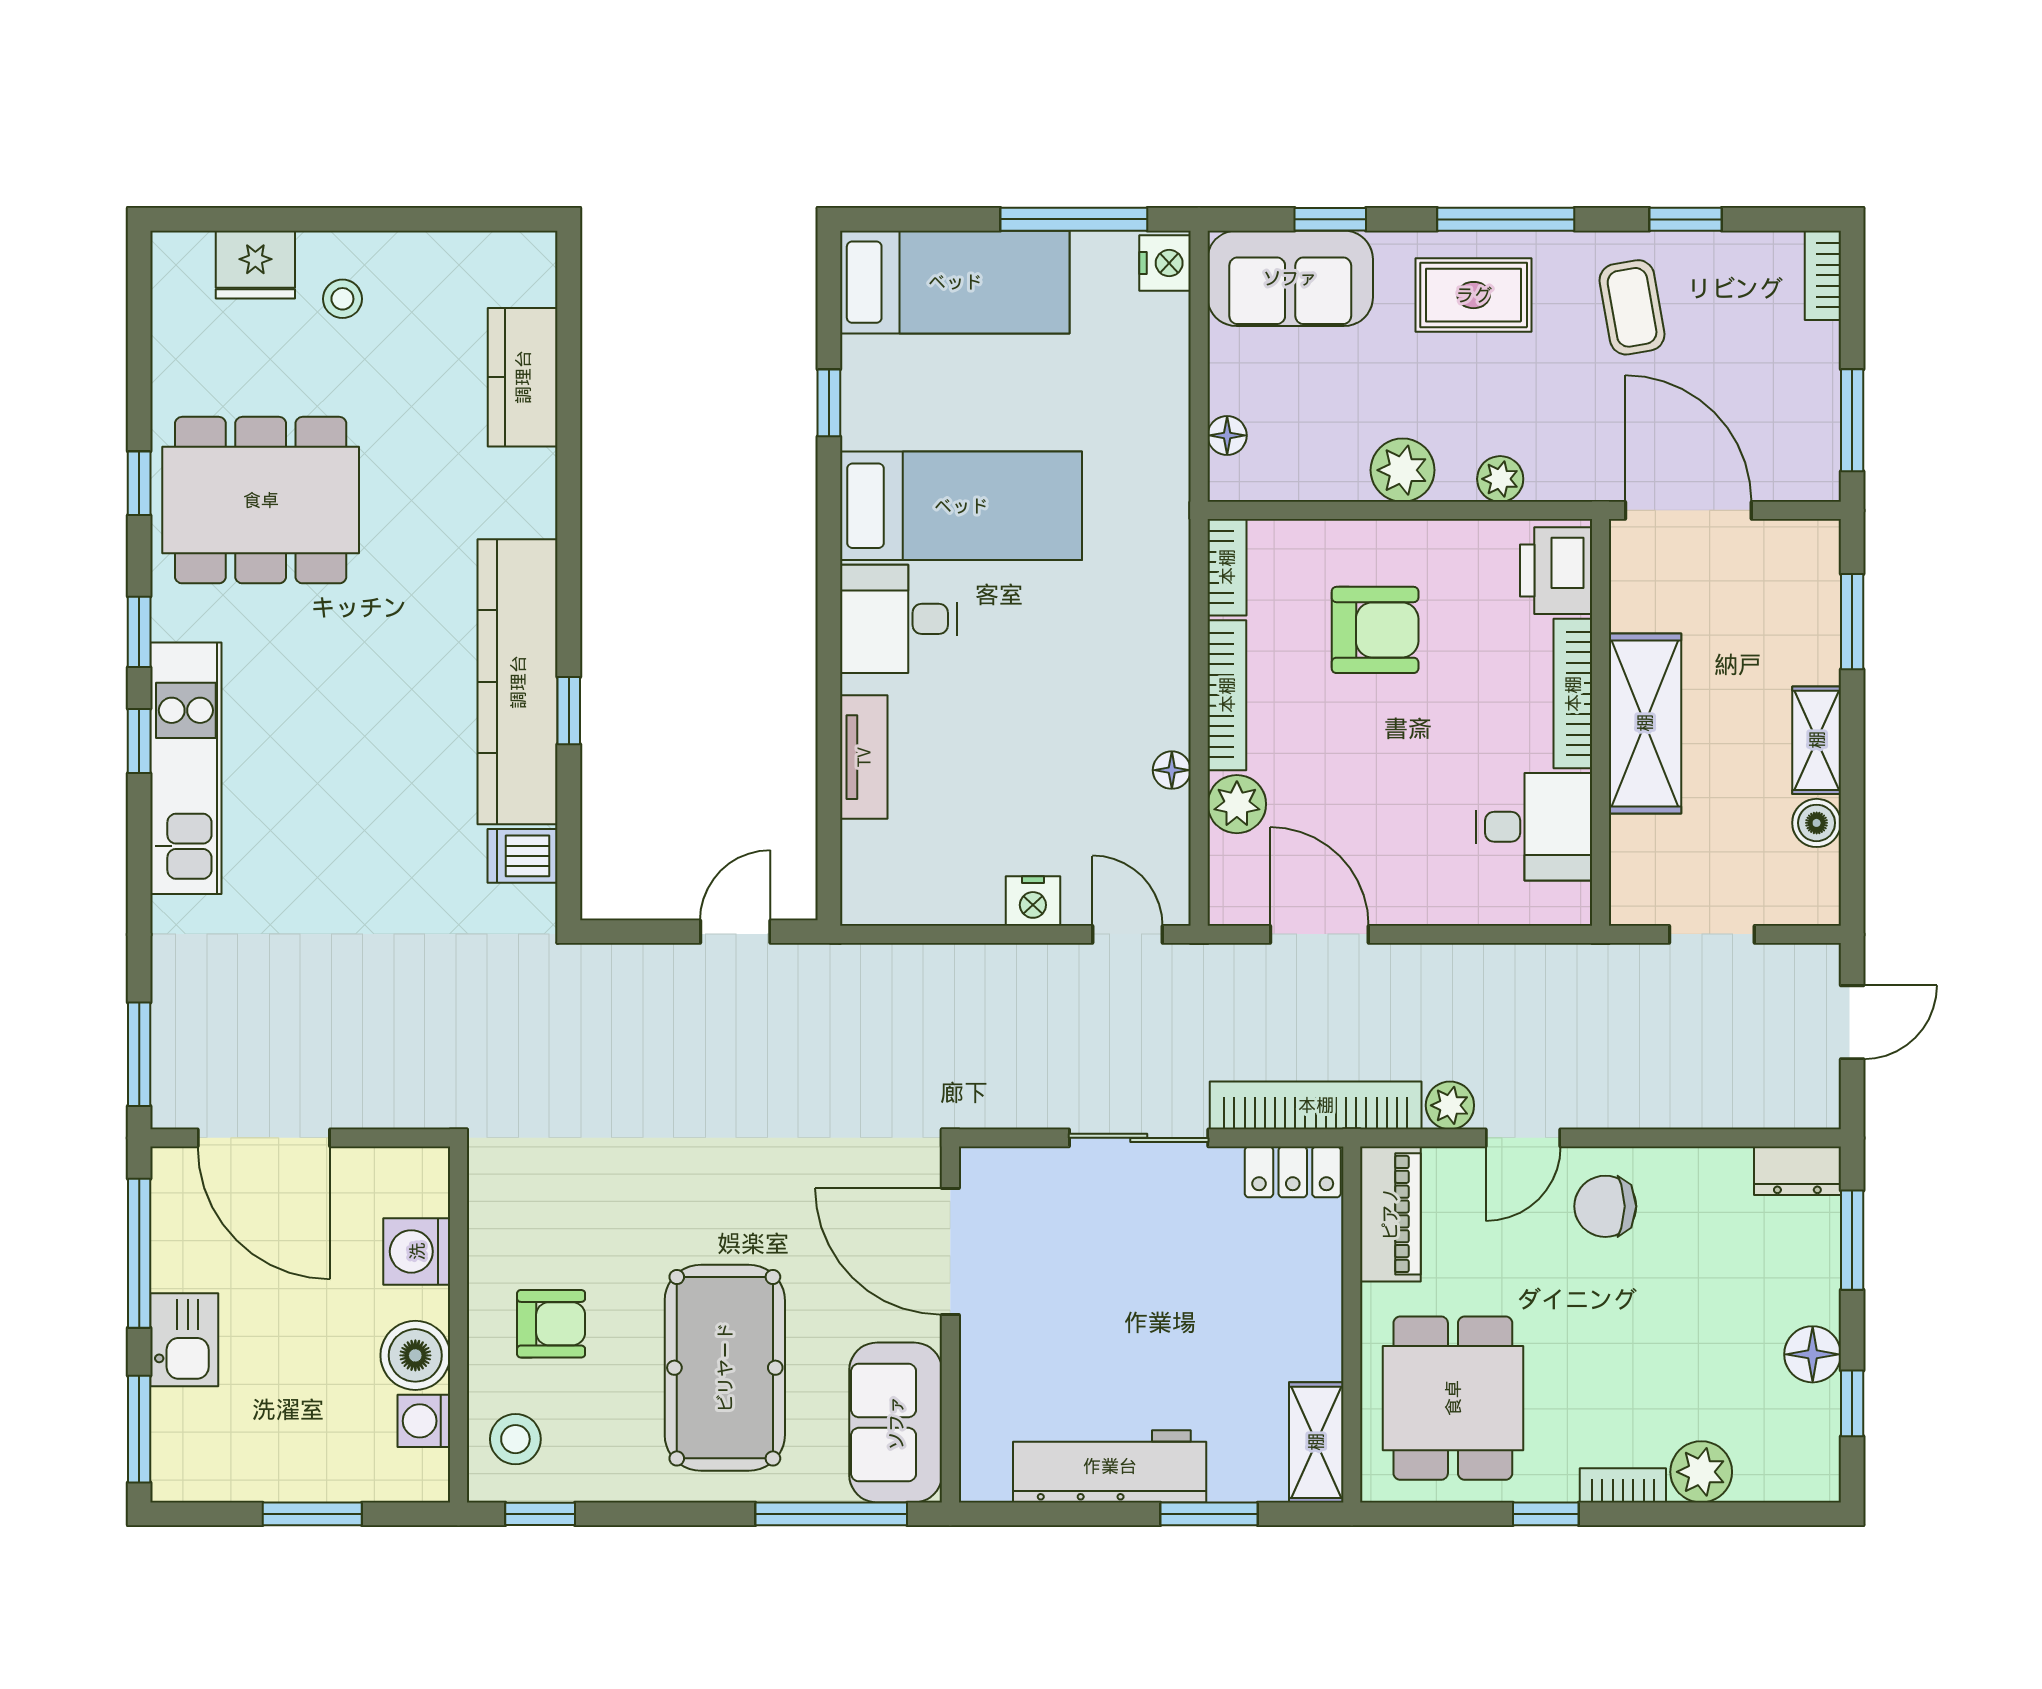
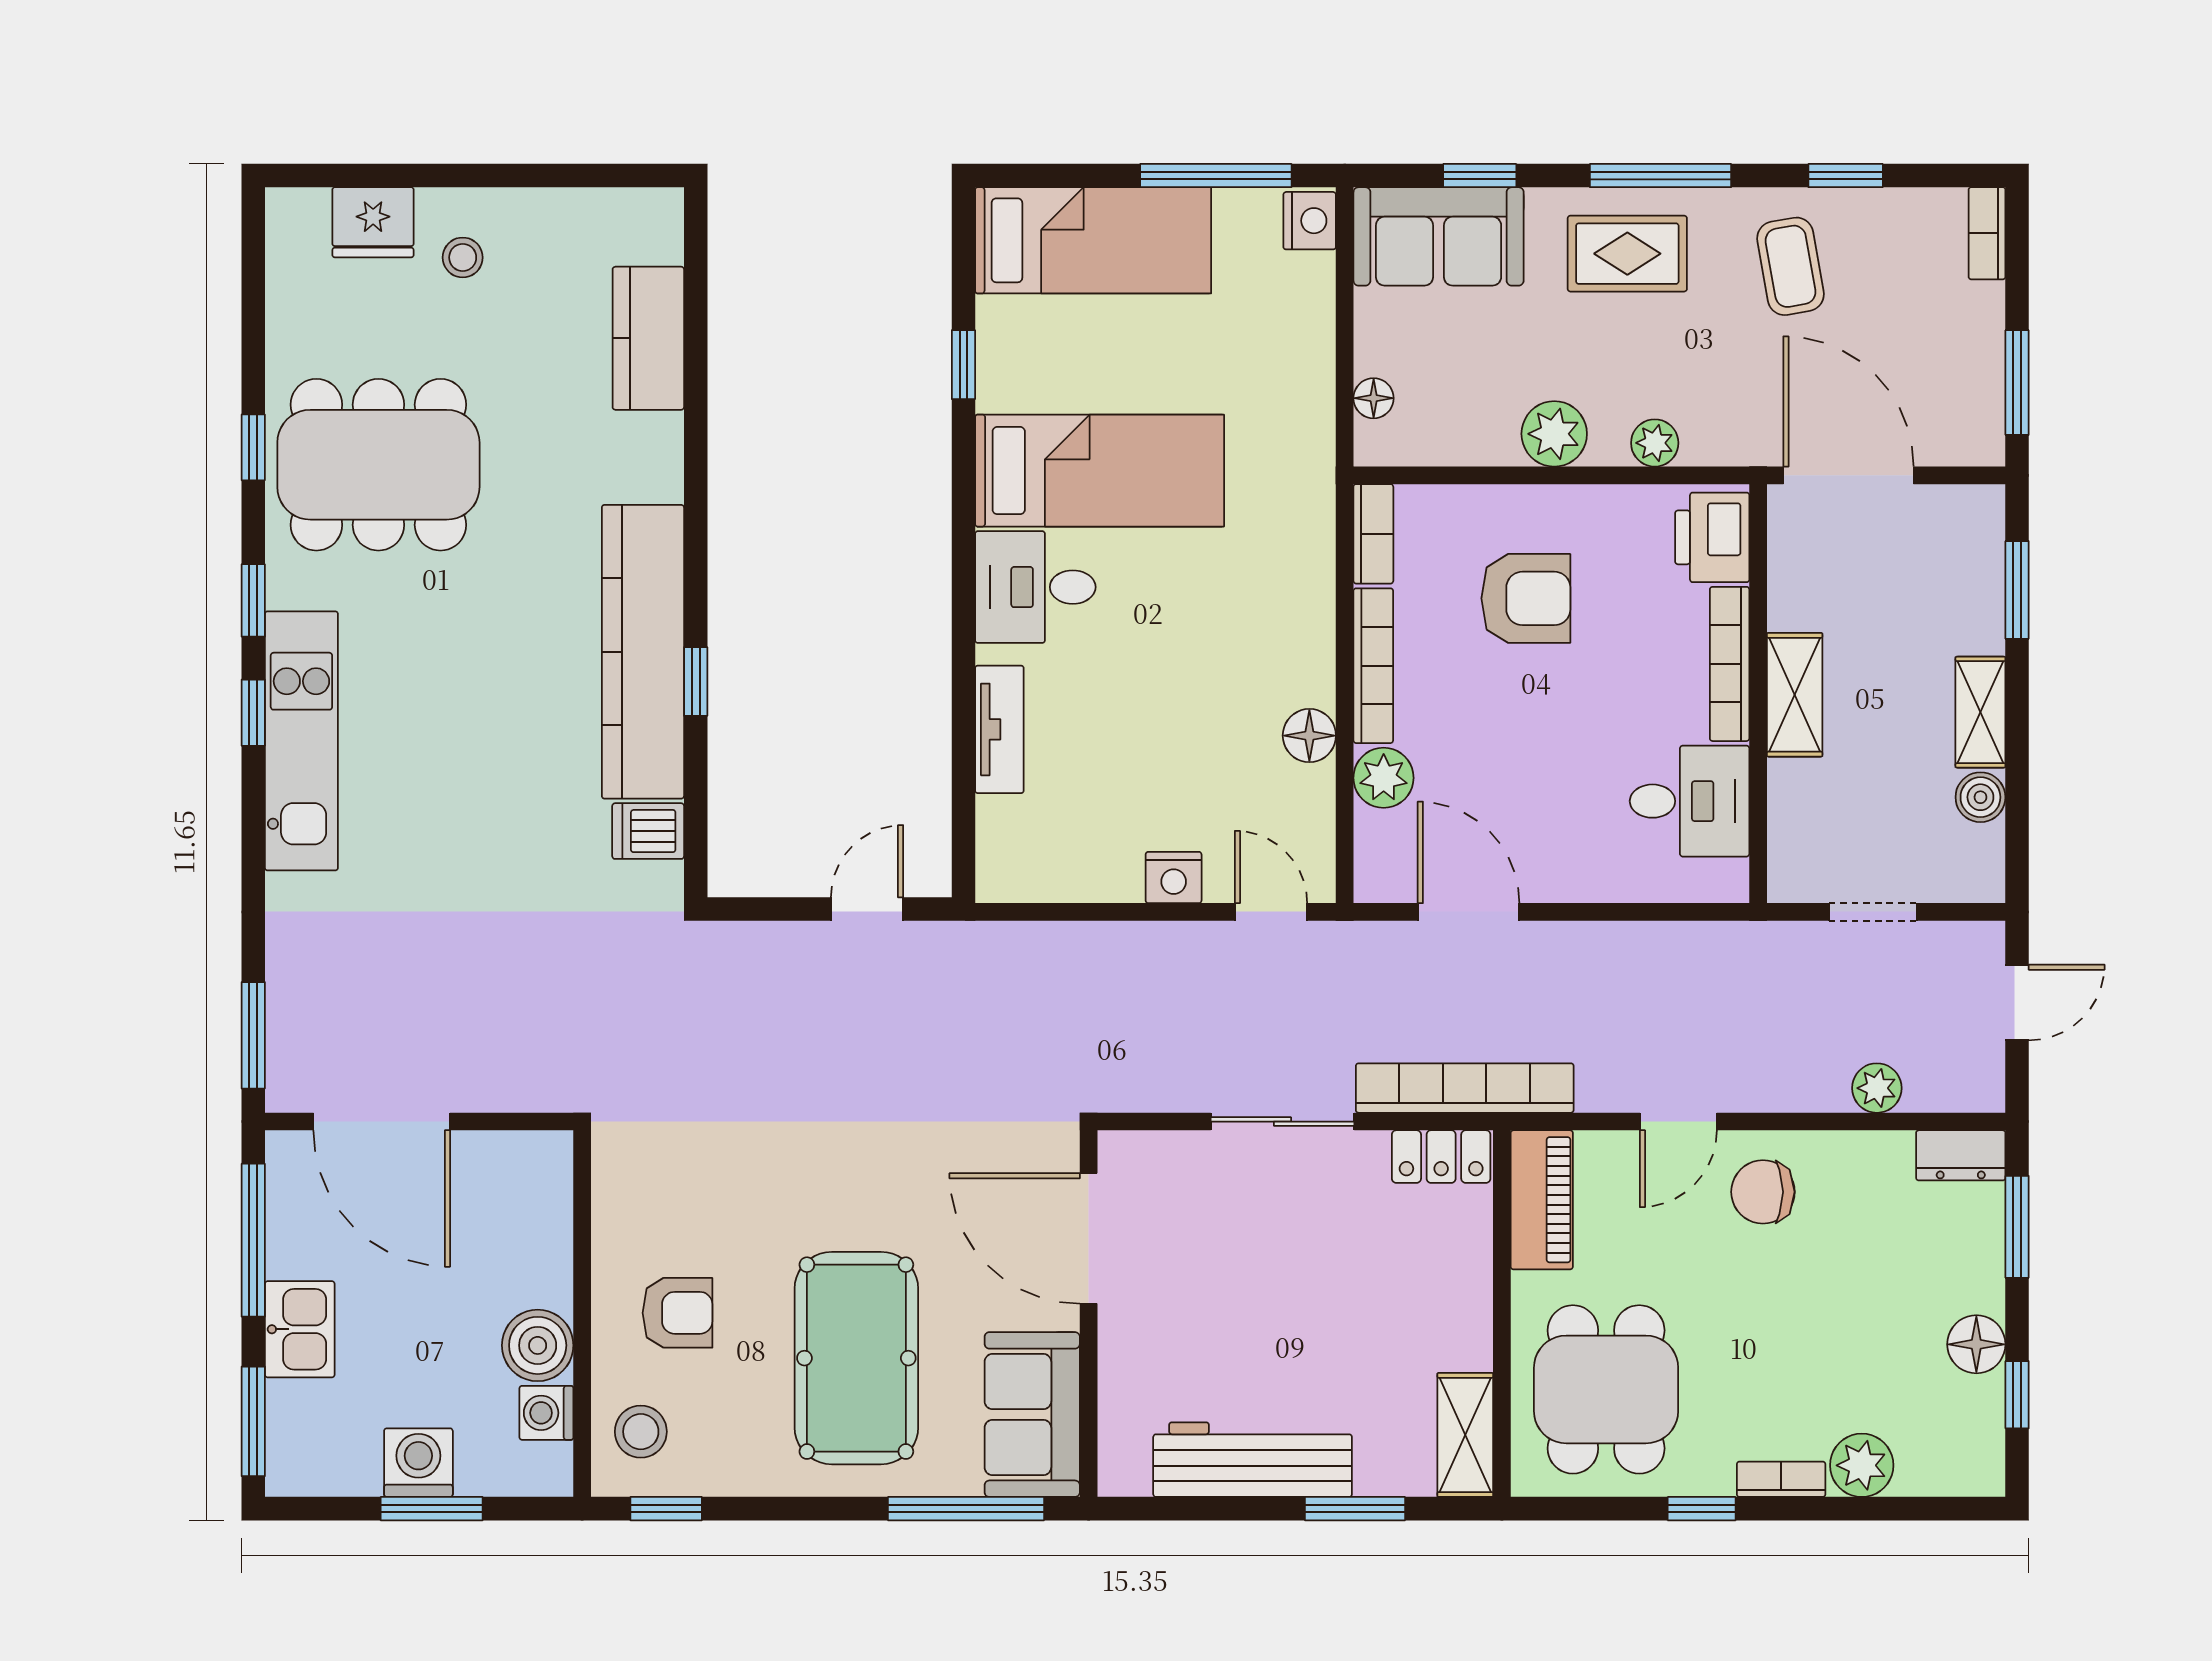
shelving: (1645, 723) -> (1795, 695), width x0.67, depth x0.75
floor lamp: (1172, 770) -> (1309, 736), width x1.37, depth x1.37
plant: (1450, 1105) -> (1877, 1088), moved
washing machine: (417, 1251) -> (418, 1463), moved, turned 90

